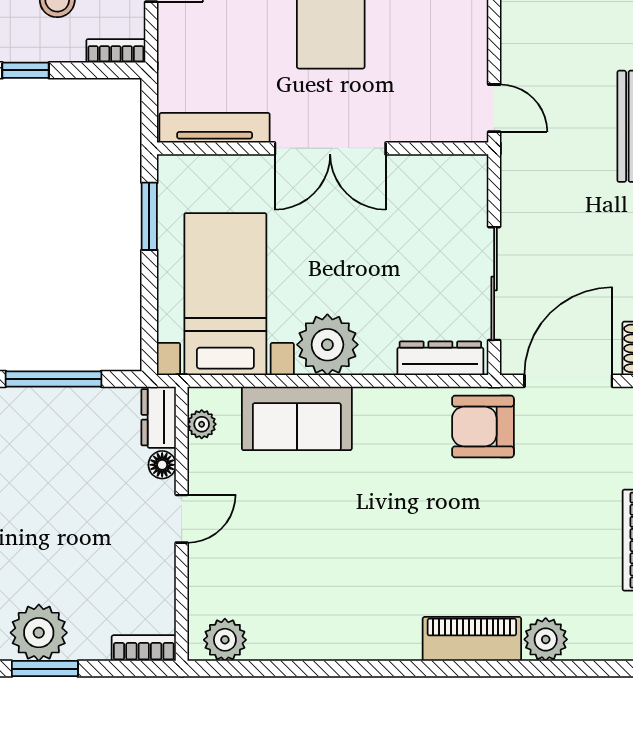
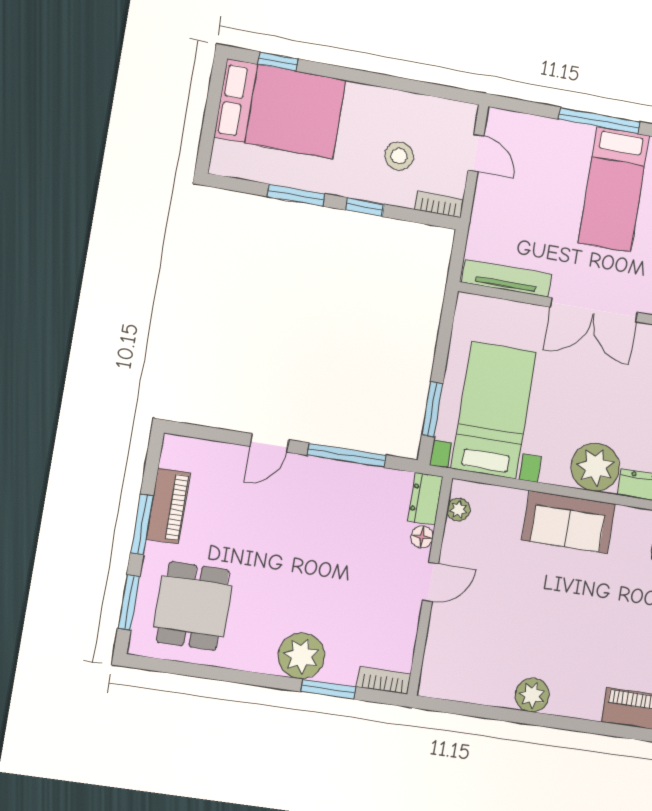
window: (149, 216) -> (432, 409), moved
plant: (327, 345) -> (595, 467), moved
sofa: (297, 418) -> (568, 522), moved
plant: (225, 640) -> (532, 695), moved
window: (45, 669) -> (328, 689), moved

